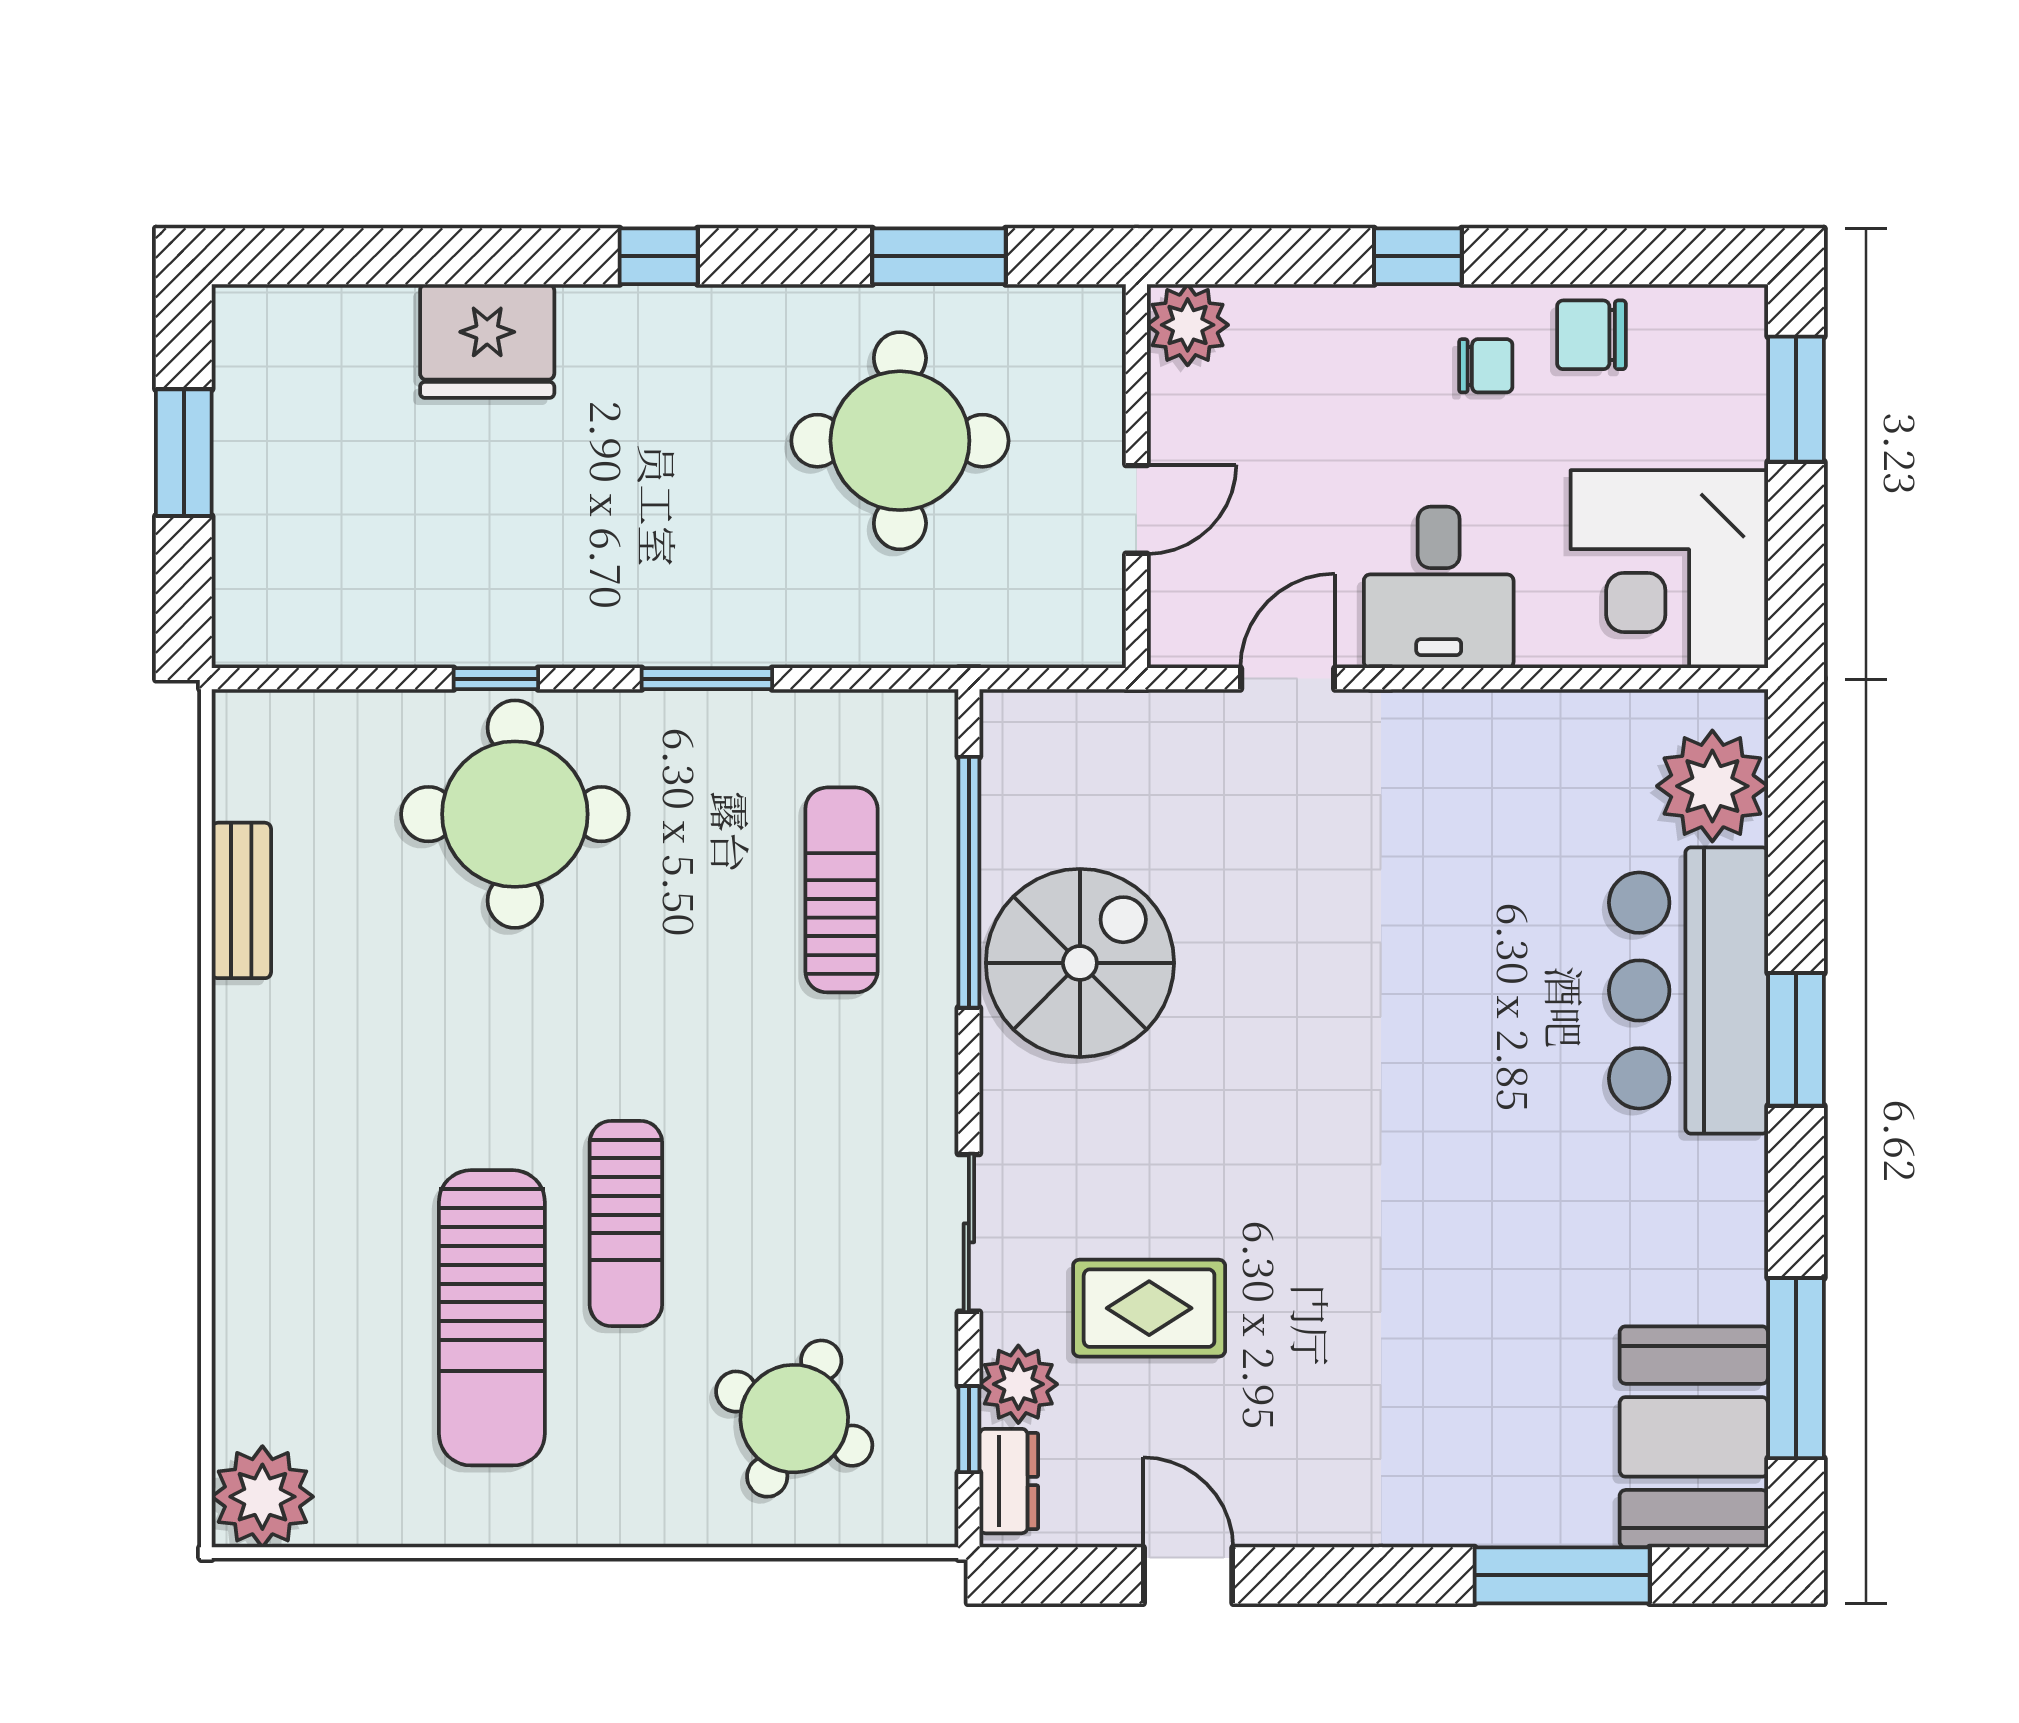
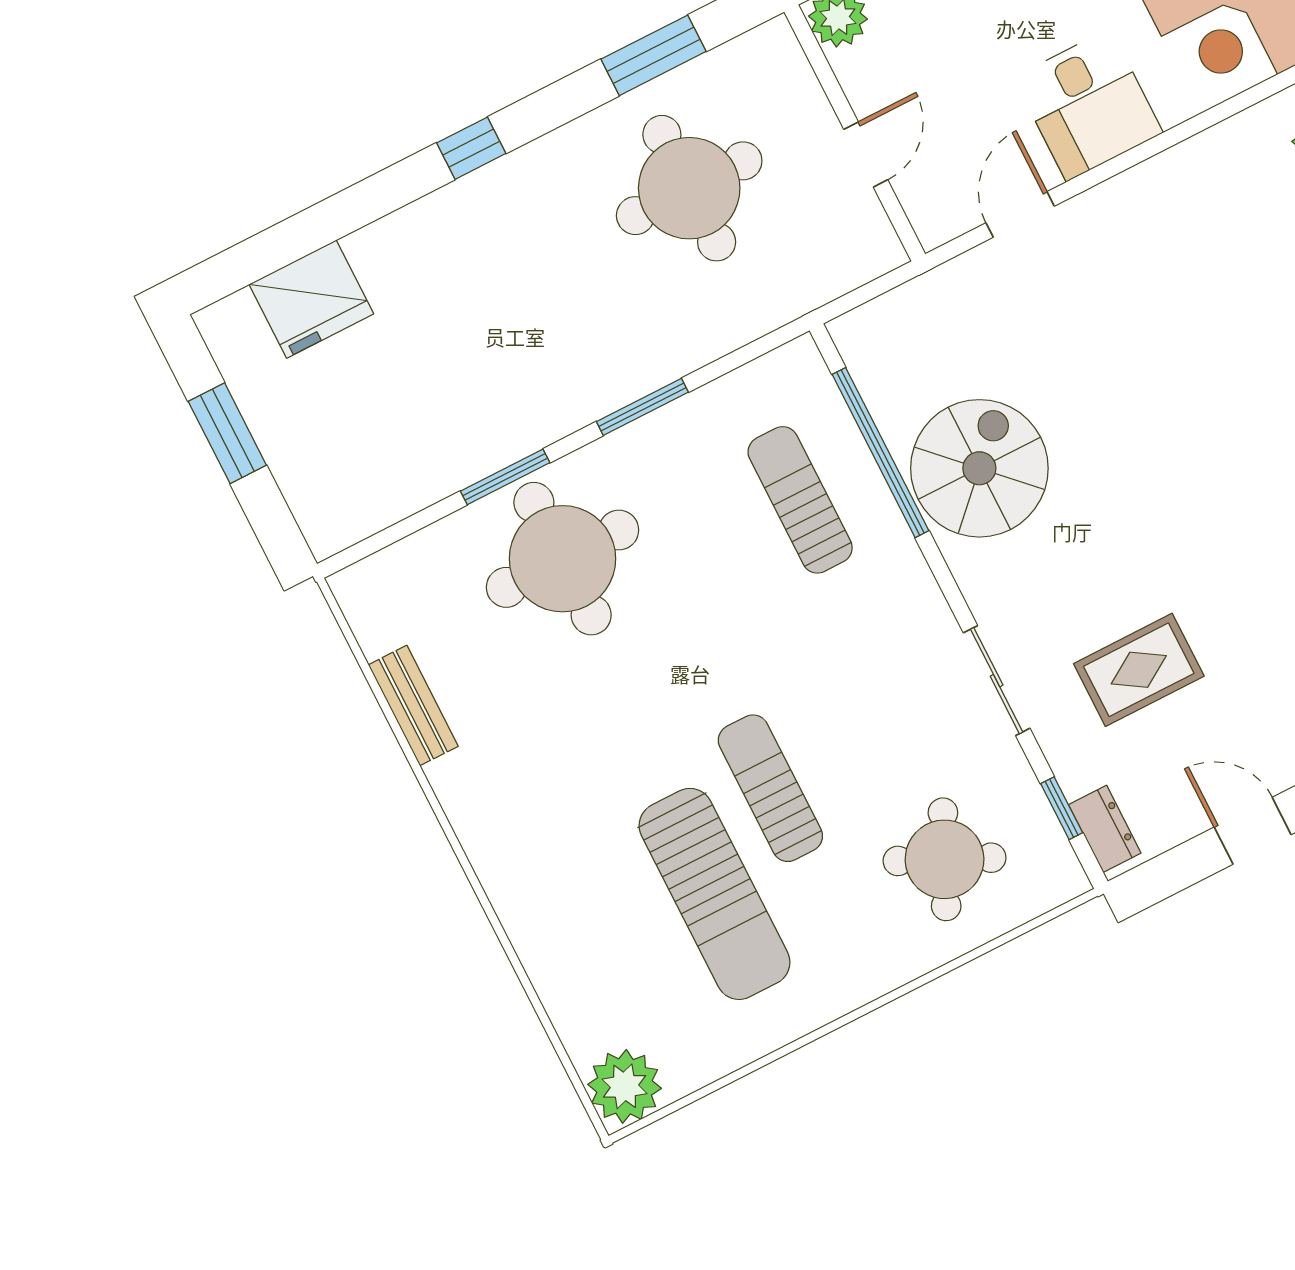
fridge: (487, 341) -> (311, 299), moved
window: (496, 679) -> (505, 477), width x1.50
sun lounger: (626, 1223) -> (770, 788), turned 180
plant: (1018, 1384) -> (1079, 763), removed

